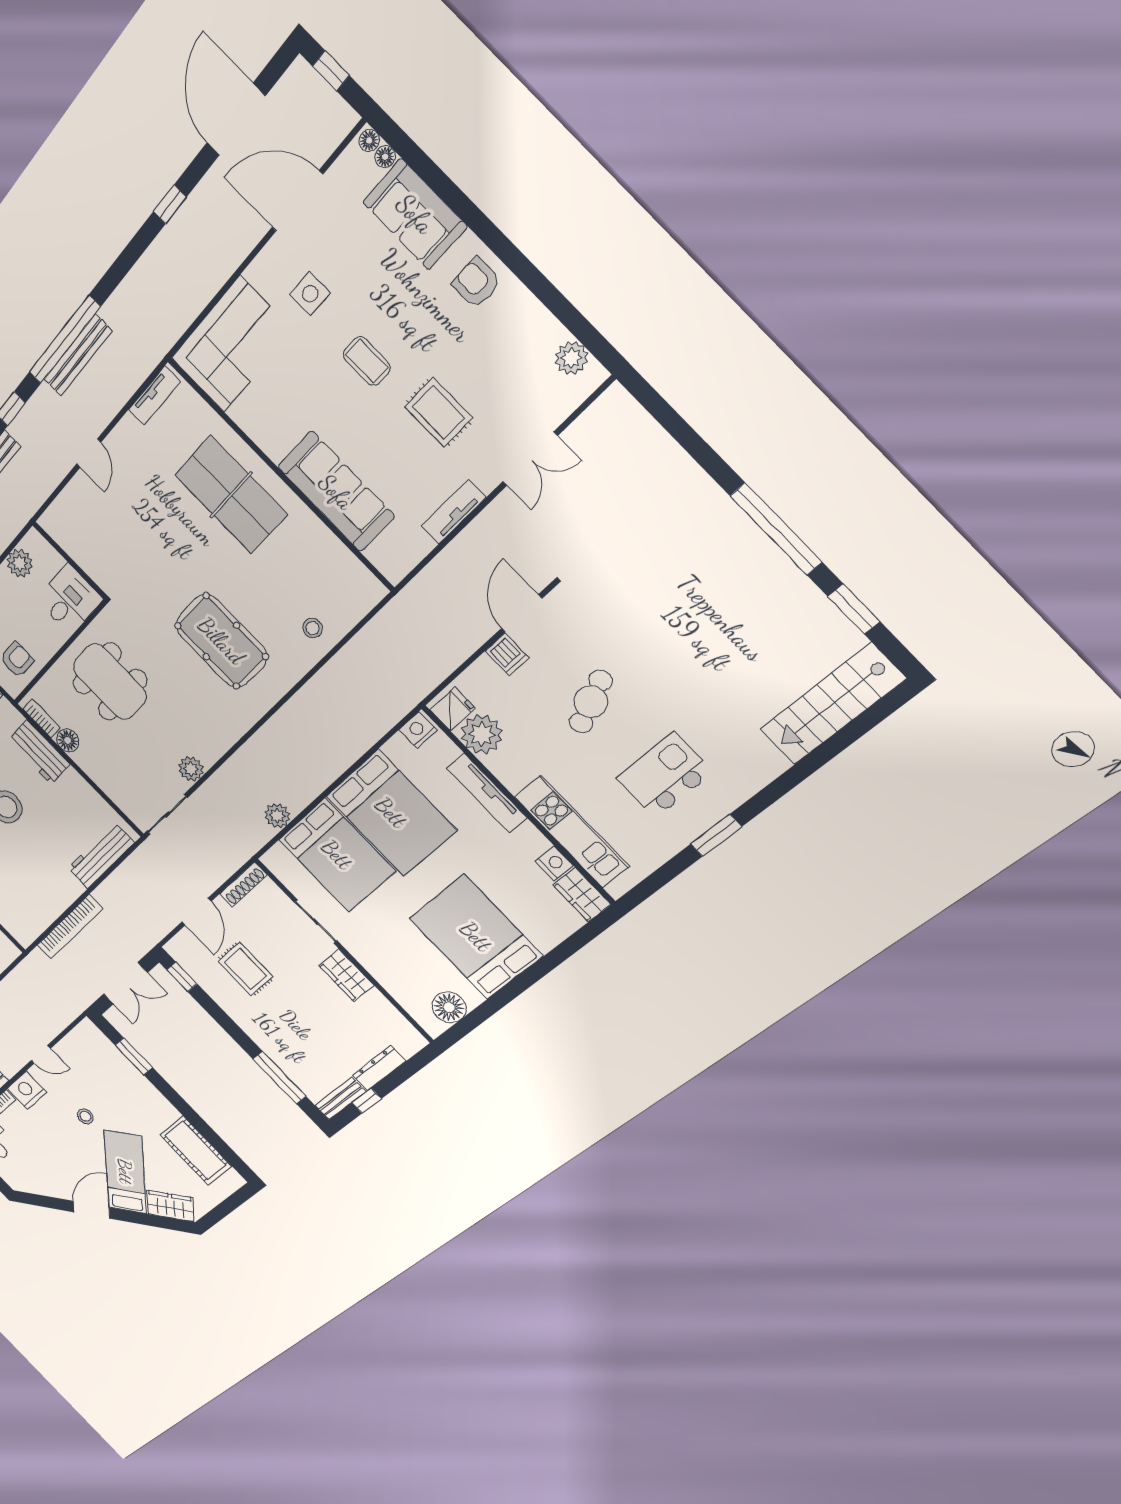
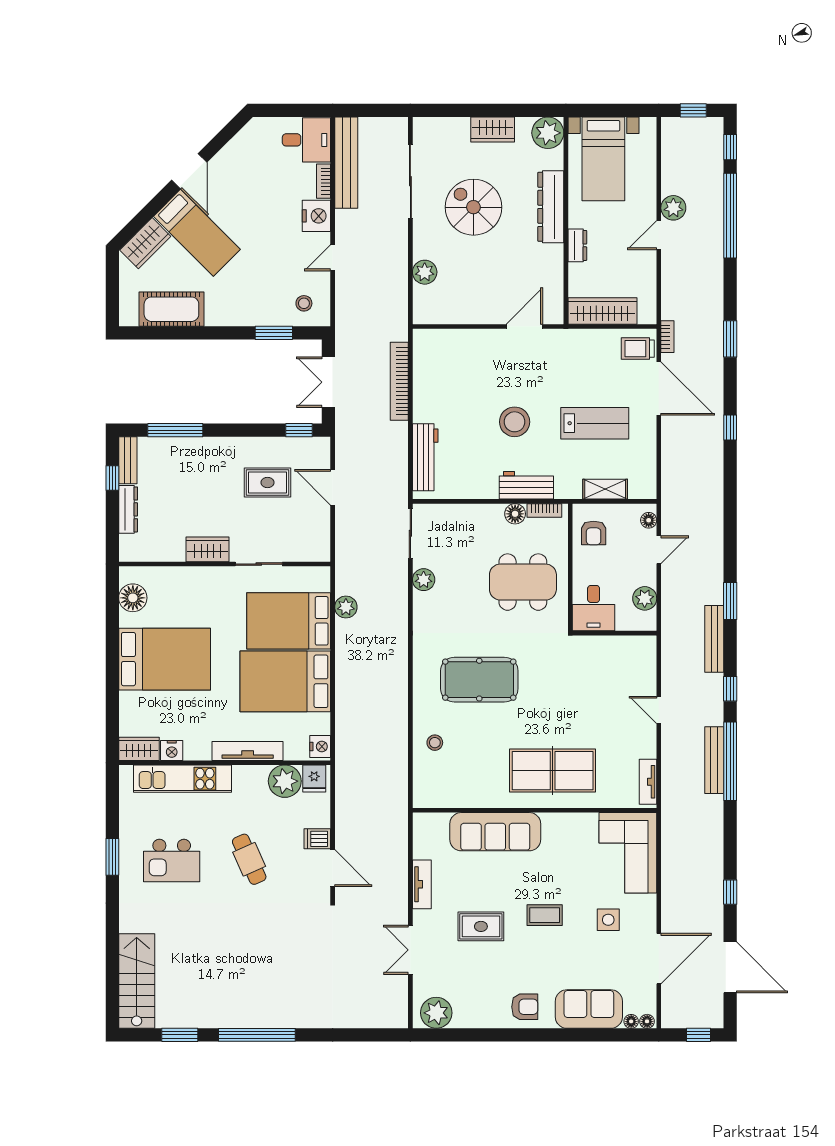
plant: (571, 358) -> (436, 1013), width x1.36, depth x1.36
kitchen island: (664, 775) -> (172, 860), turned 90
shoe rack: (243, 885) -> (323, 539), removed
stool: (85, 1116) -> (304, 303), moved

